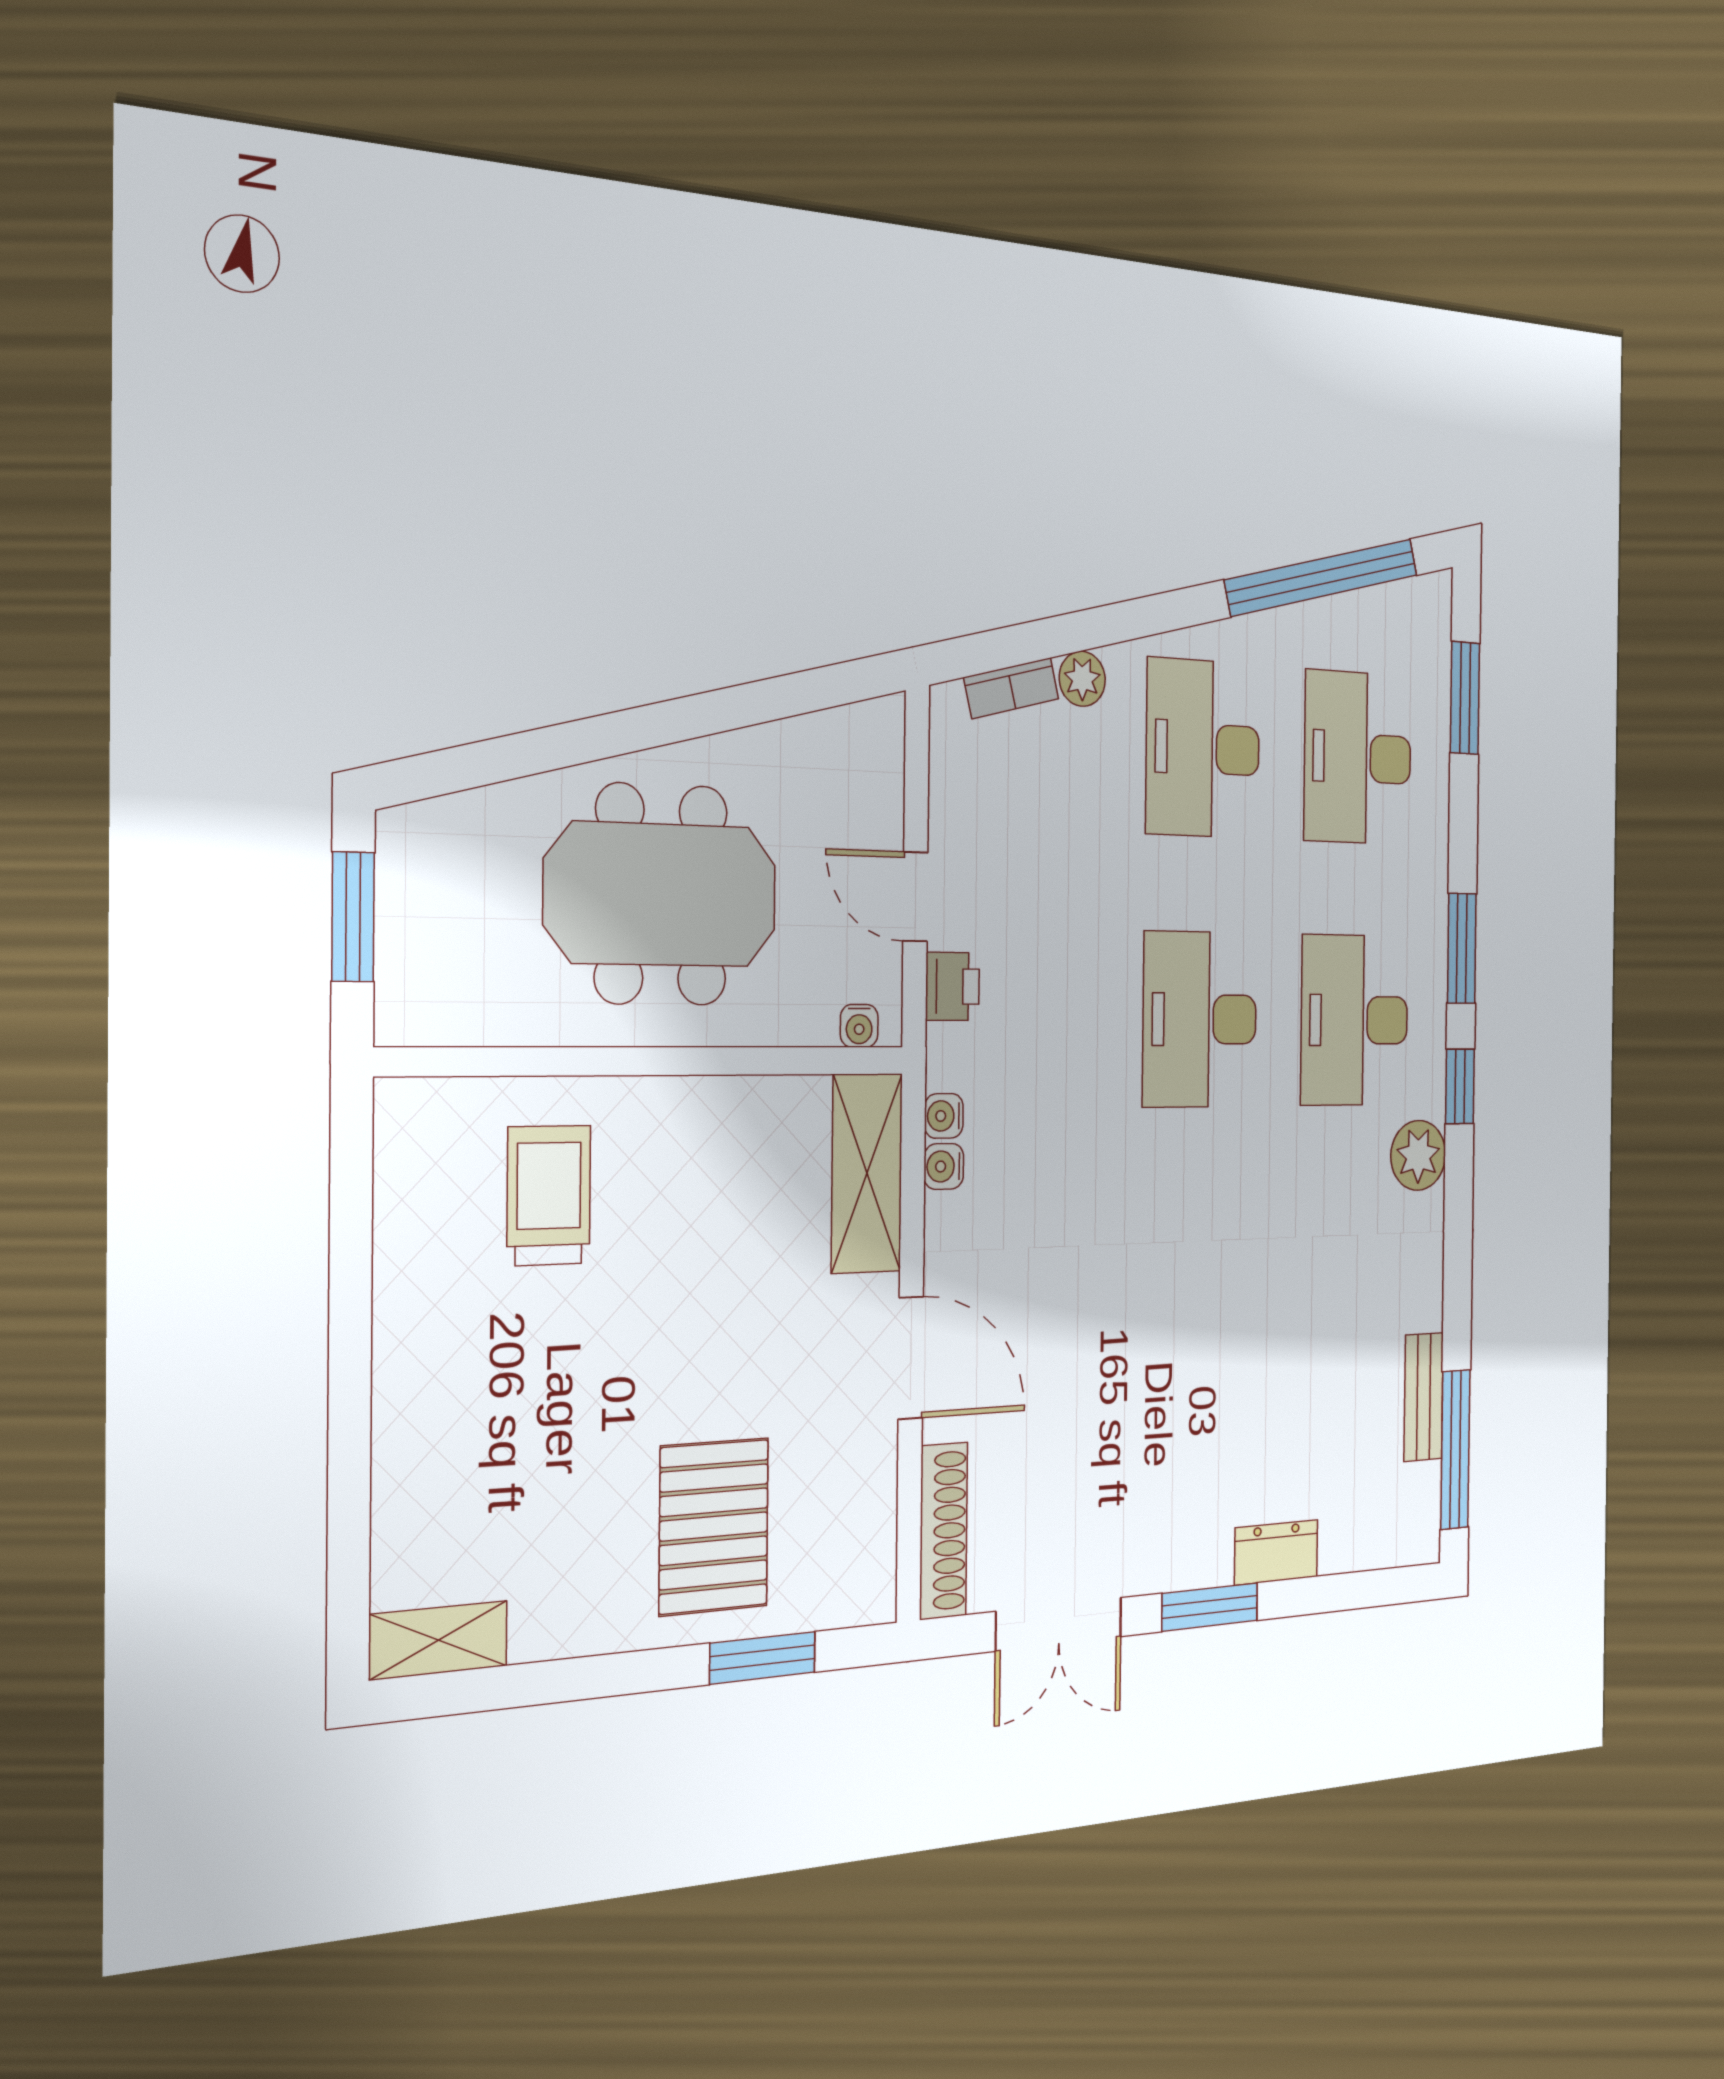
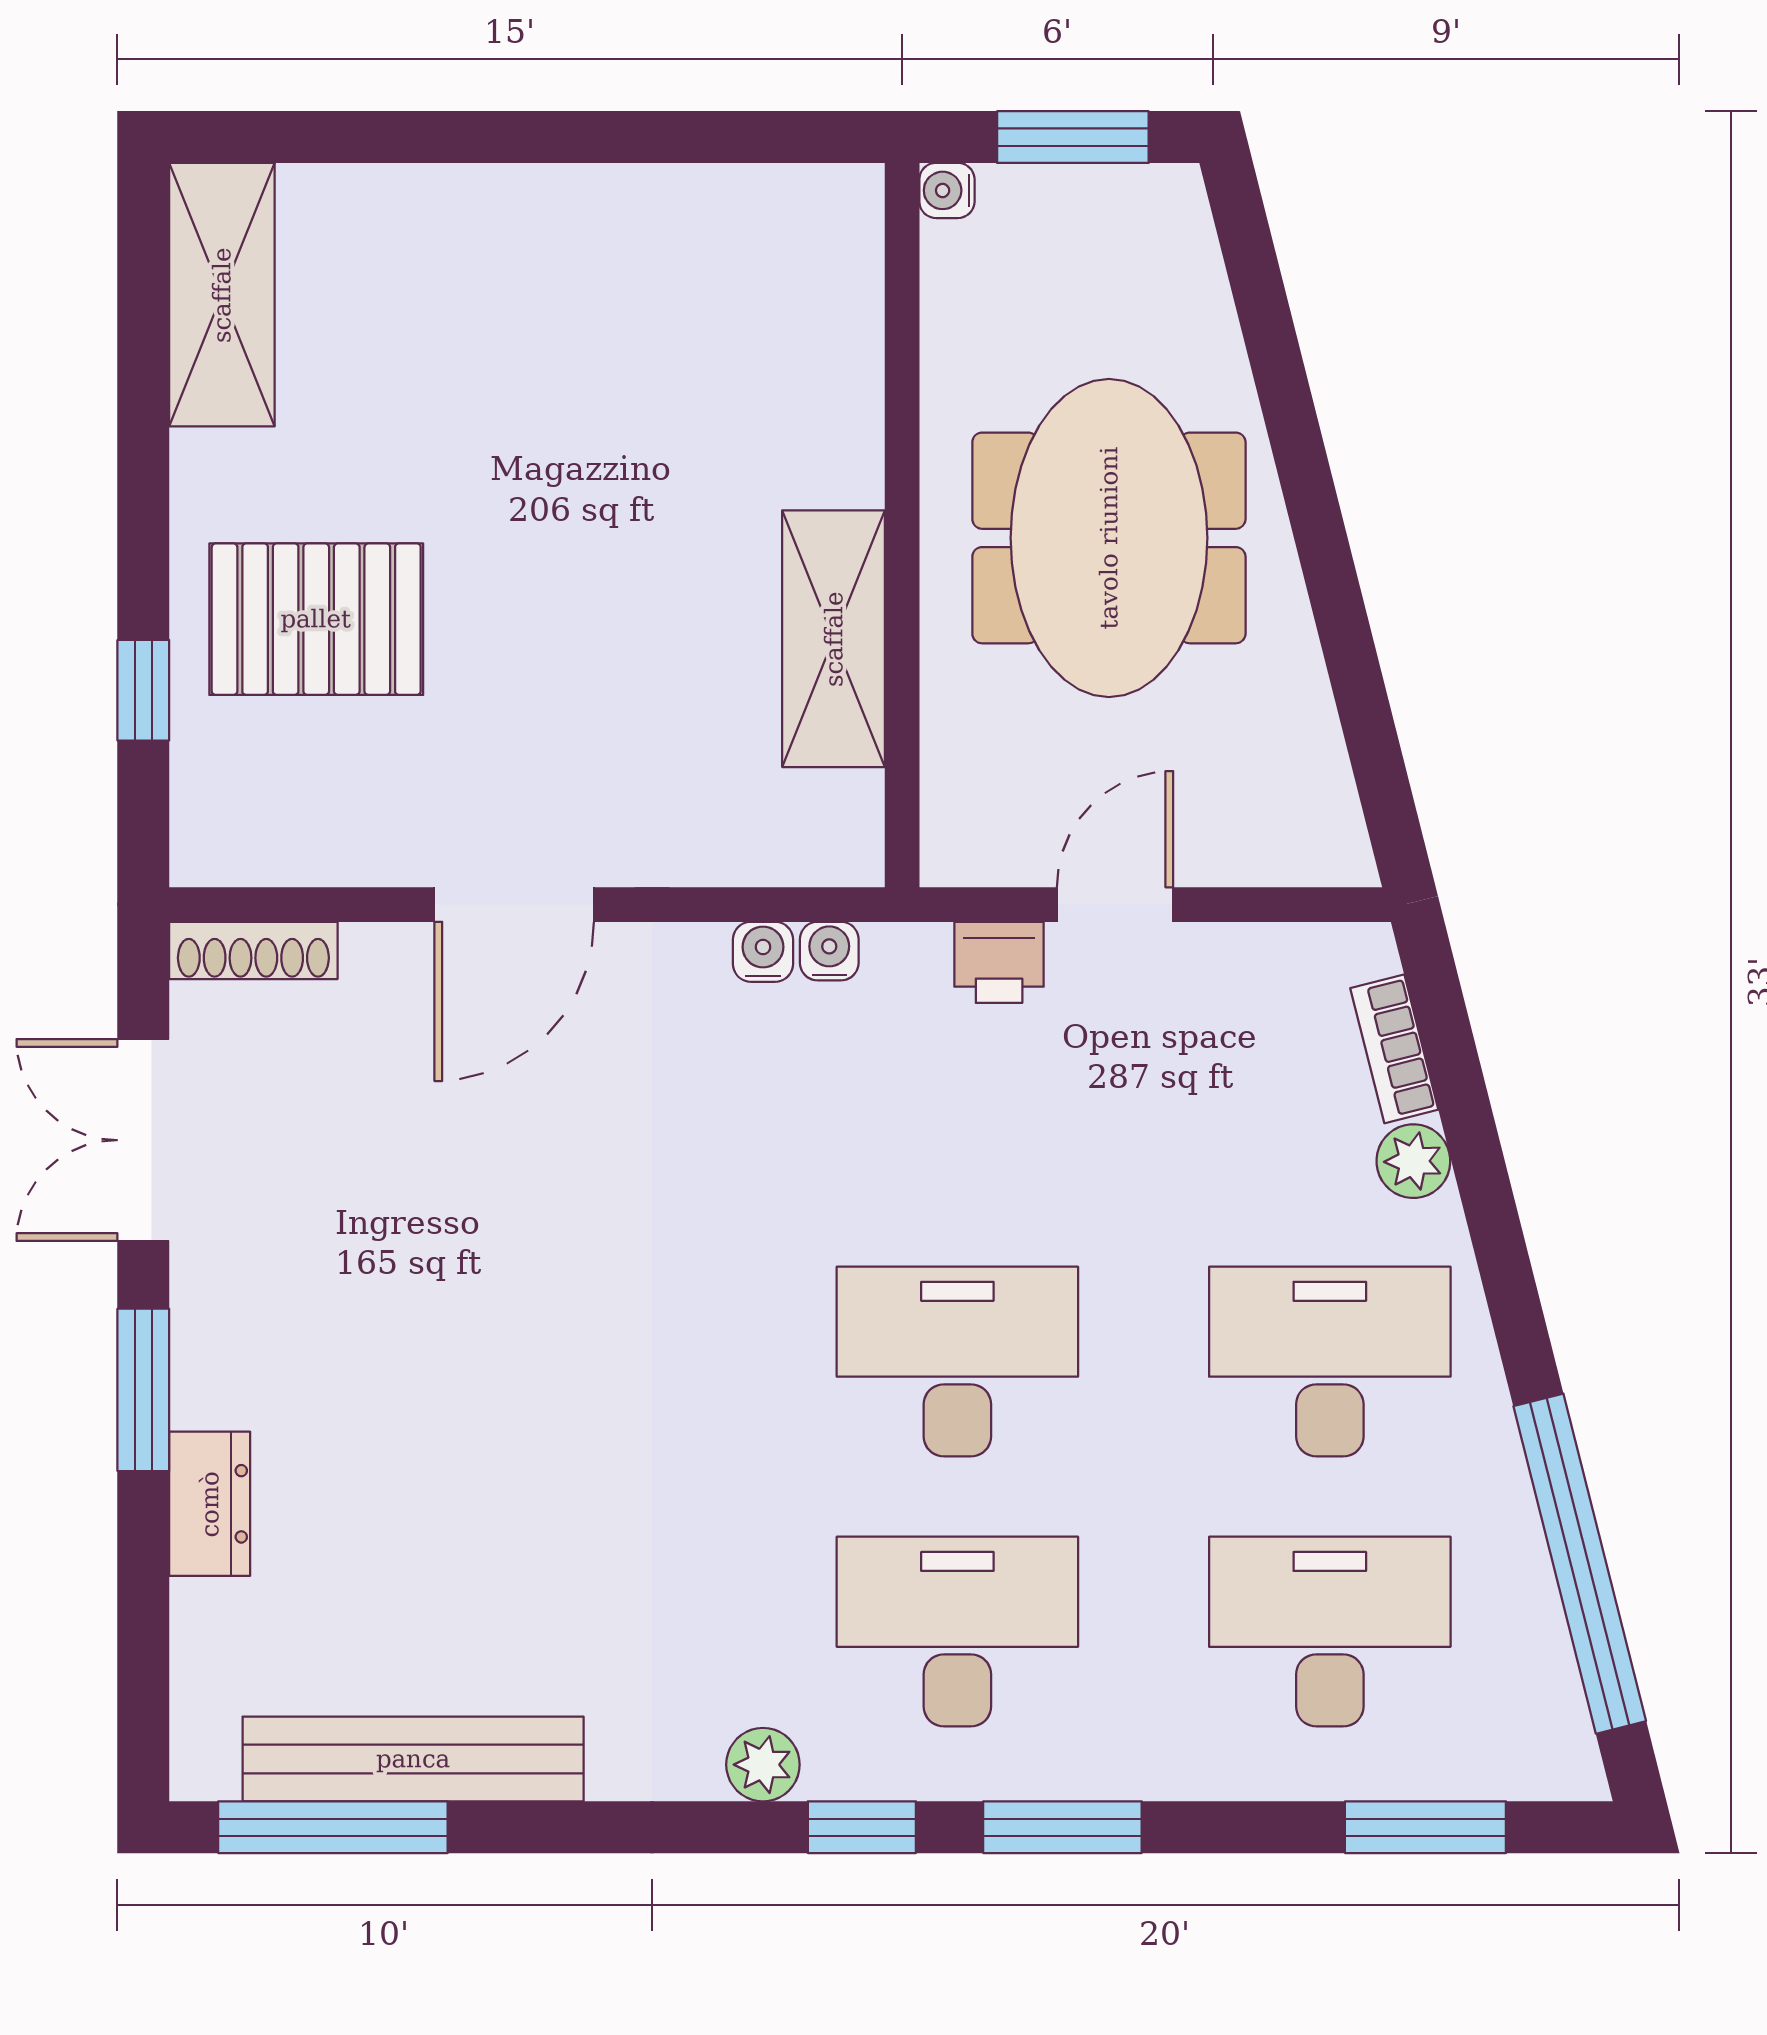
water cooler: (859, 1026) -> (947, 190), moved
plant: (1418, 1155) -> (763, 1765), width x0.73, depth x0.73
shelving: (867, 1173) -> (834, 639), moved, turned 90
trolley: (549, 1195) -> (739, 390), removed
bench: (1424, 1397) -> (413, 1759), width x1.86, depth x1.21
shoe rack: (944, 1531) -> (253, 950), width x0.74, depth x0.81
shelving: (438, 1640) -> (222, 295), width x1.50, depth x1.33
window: (763, 1658) -> (143, 690), width x0.67

